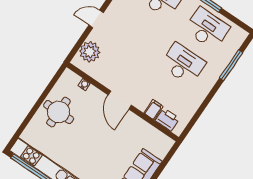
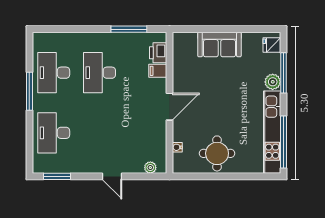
plant: (90, 52) -> (150, 168), width x0.53, depth x0.53
window: (231, 65) -> (129, 29), moved

